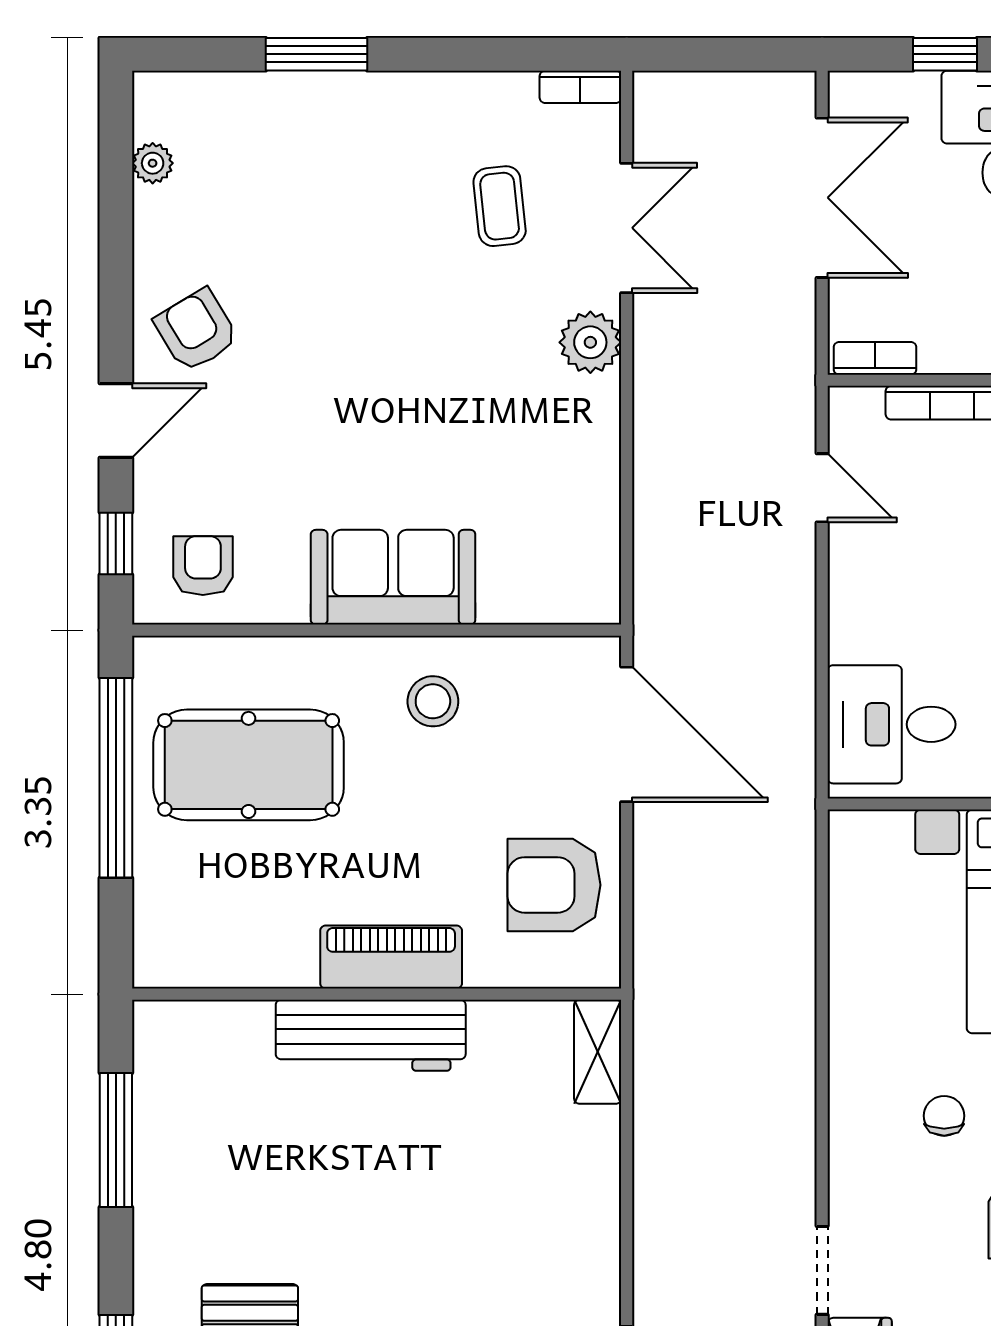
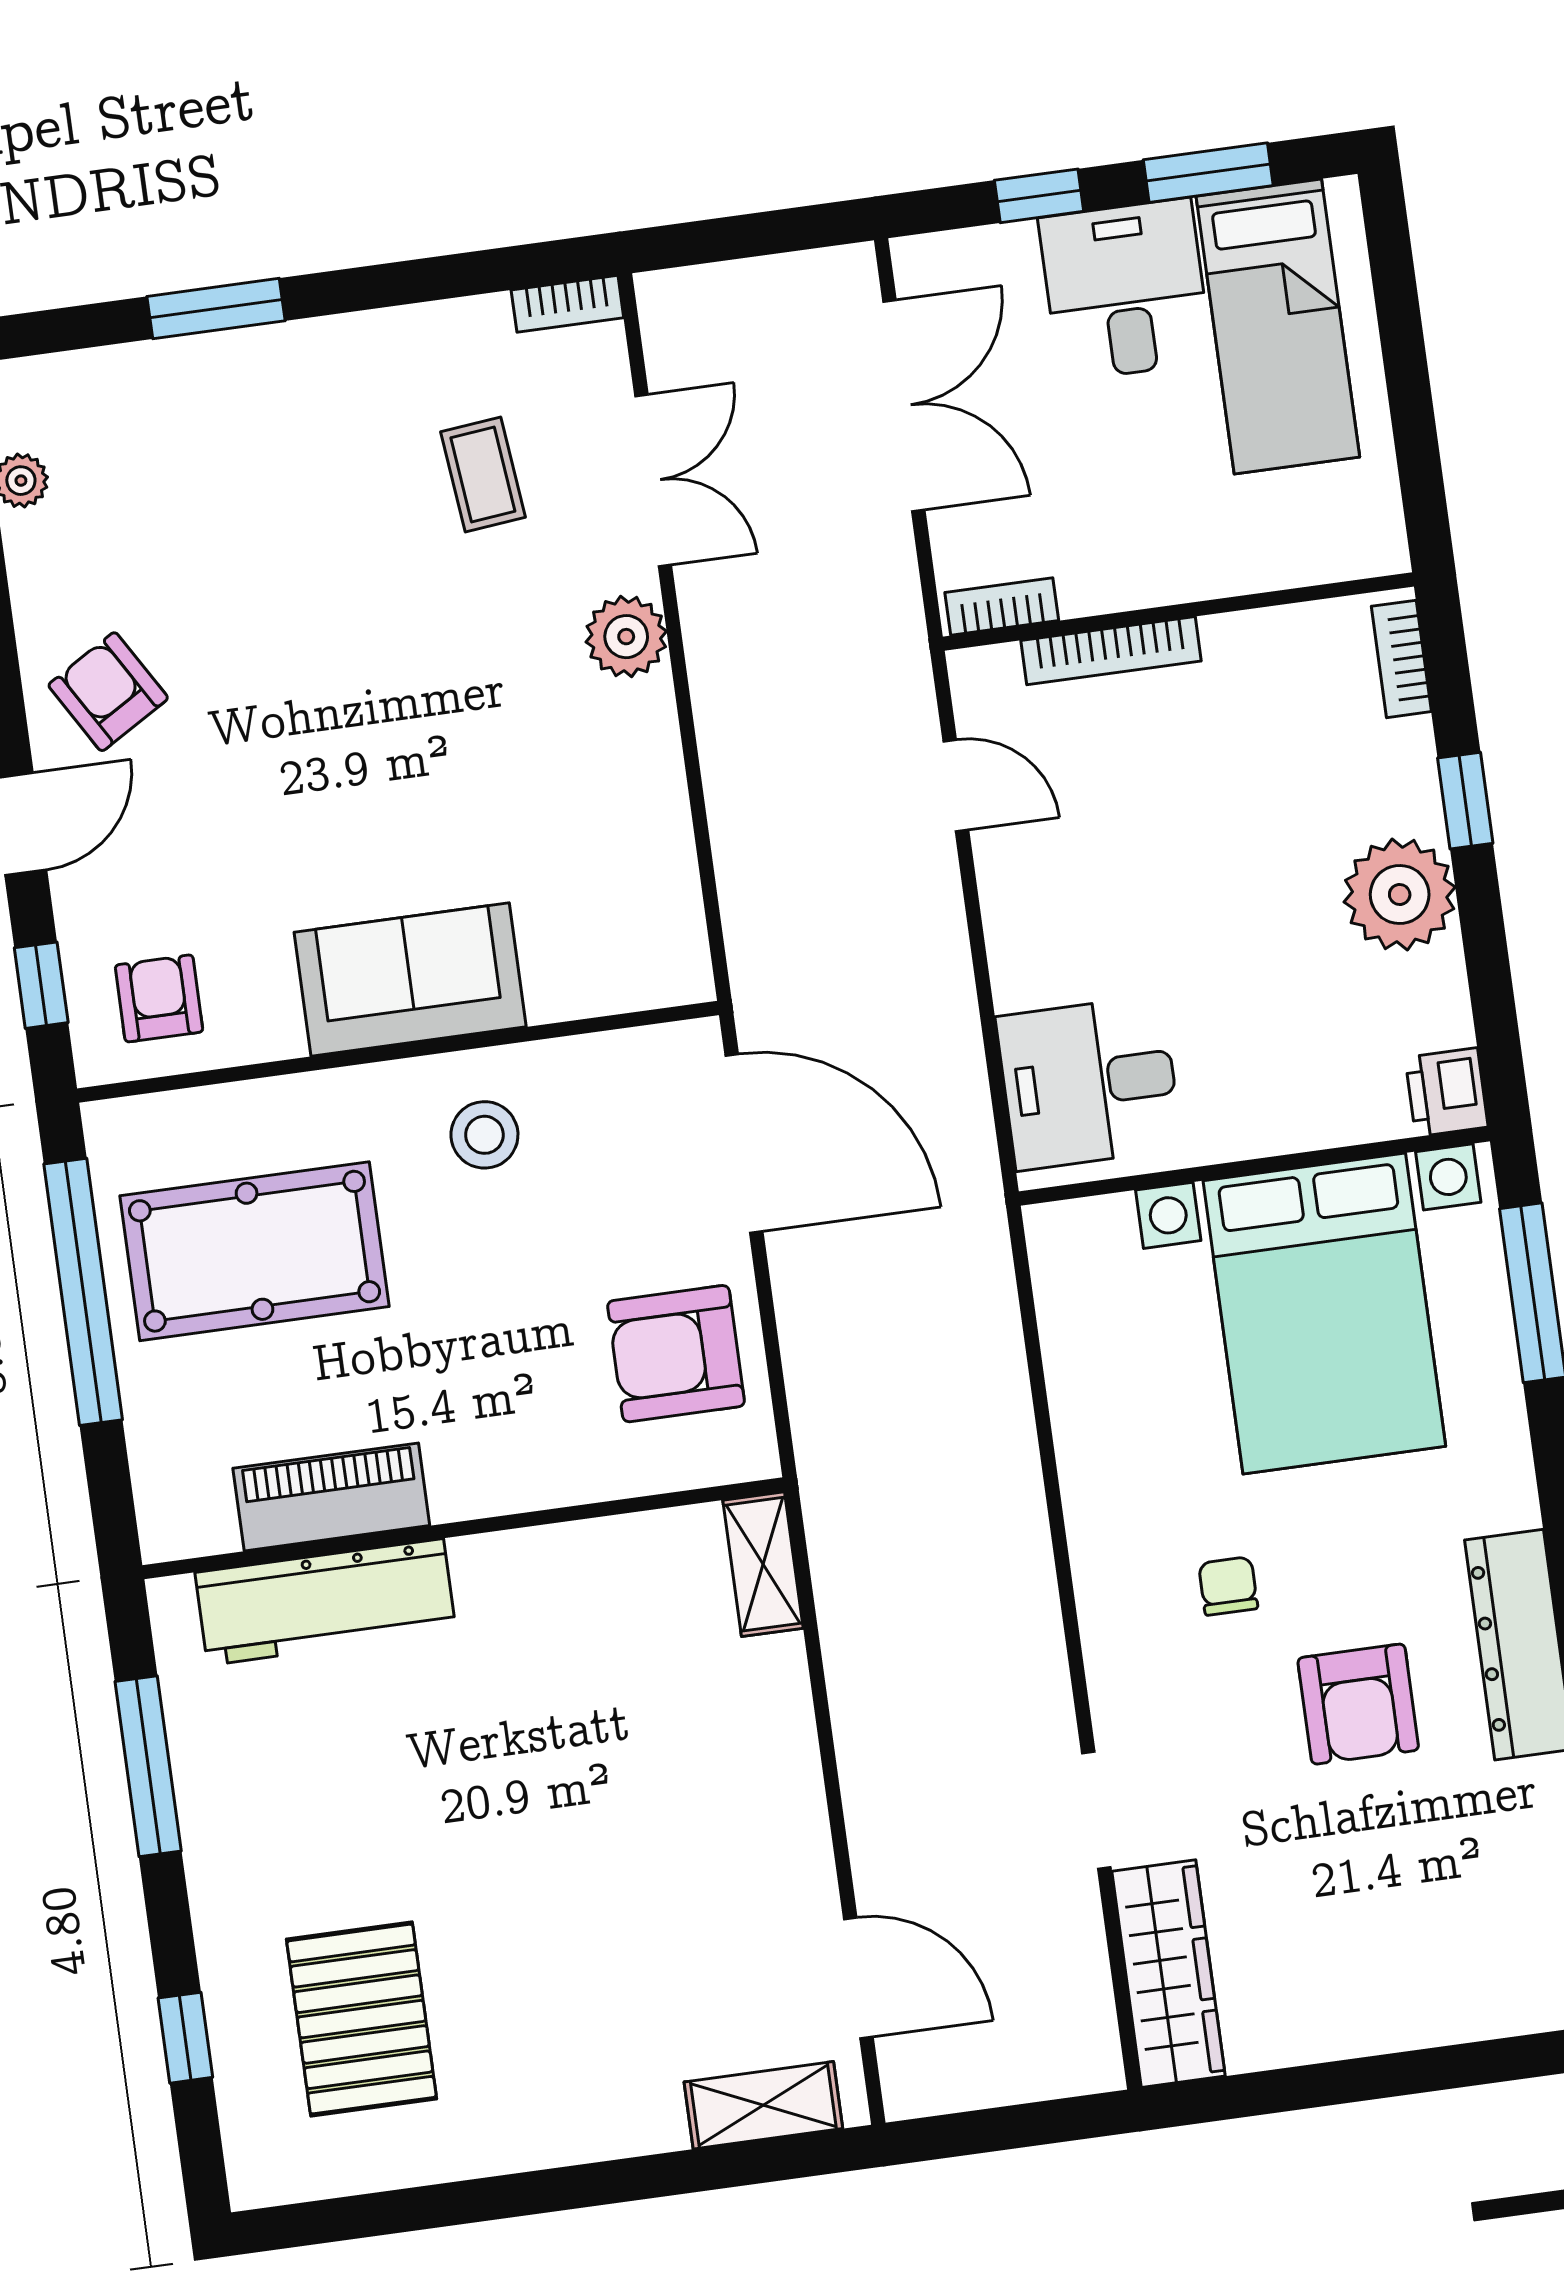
piano: (391, 957) -> (331, 1497), moved
workbench: (371, 1035) -> (325, 1602), moved

